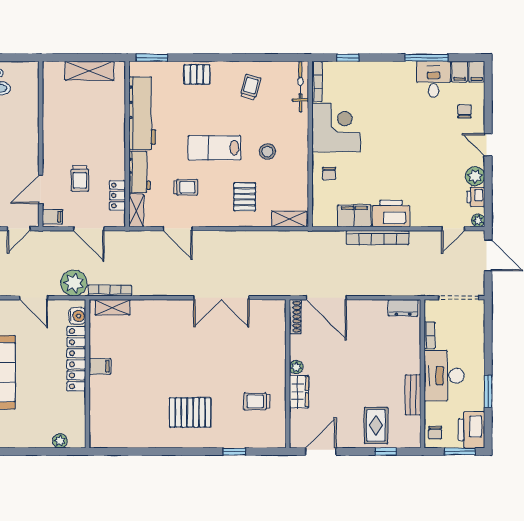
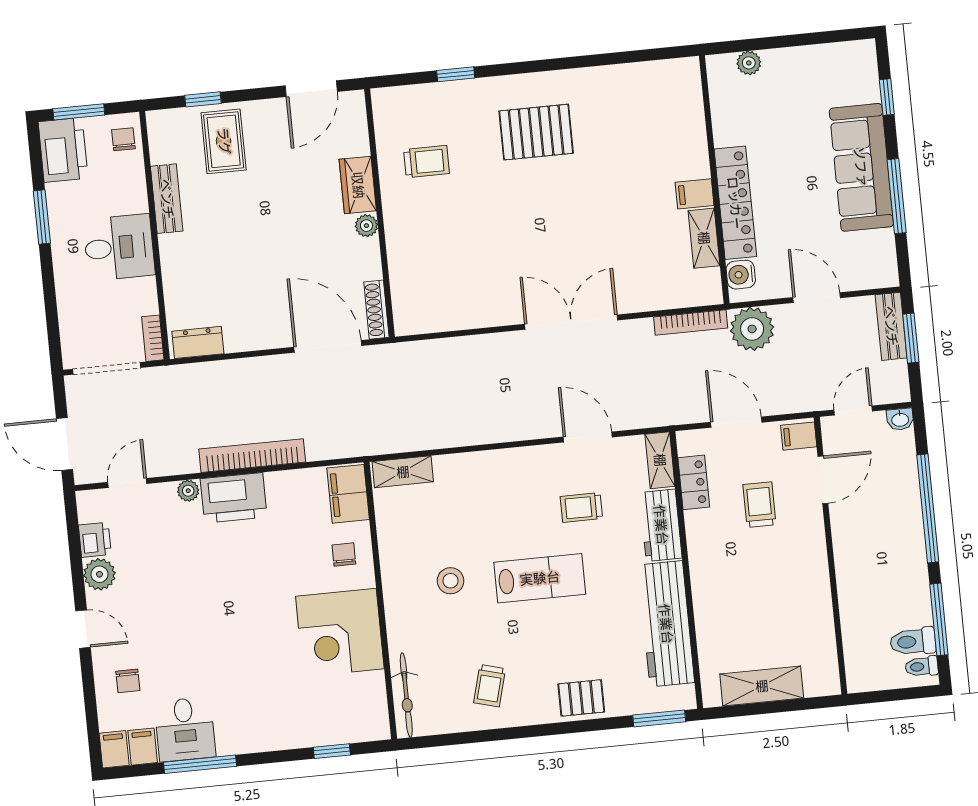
bookcase: (317, 82) -> (379, 706), removed
pallet: (245, 197) -> (481, 501), removed
filing cabinet: (354, 216) -> (348, 494), moved, turned 90
plant: (478, 220) -> (188, 491), moved
double door: (221, 298) -> (571, 322), moved
shelving: (113, 307) -> (704, 238), moved, turned 90
bookcase: (430, 335) -> (153, 338), moved
desk: (444, 376) -> (119, 247), width x0.73

